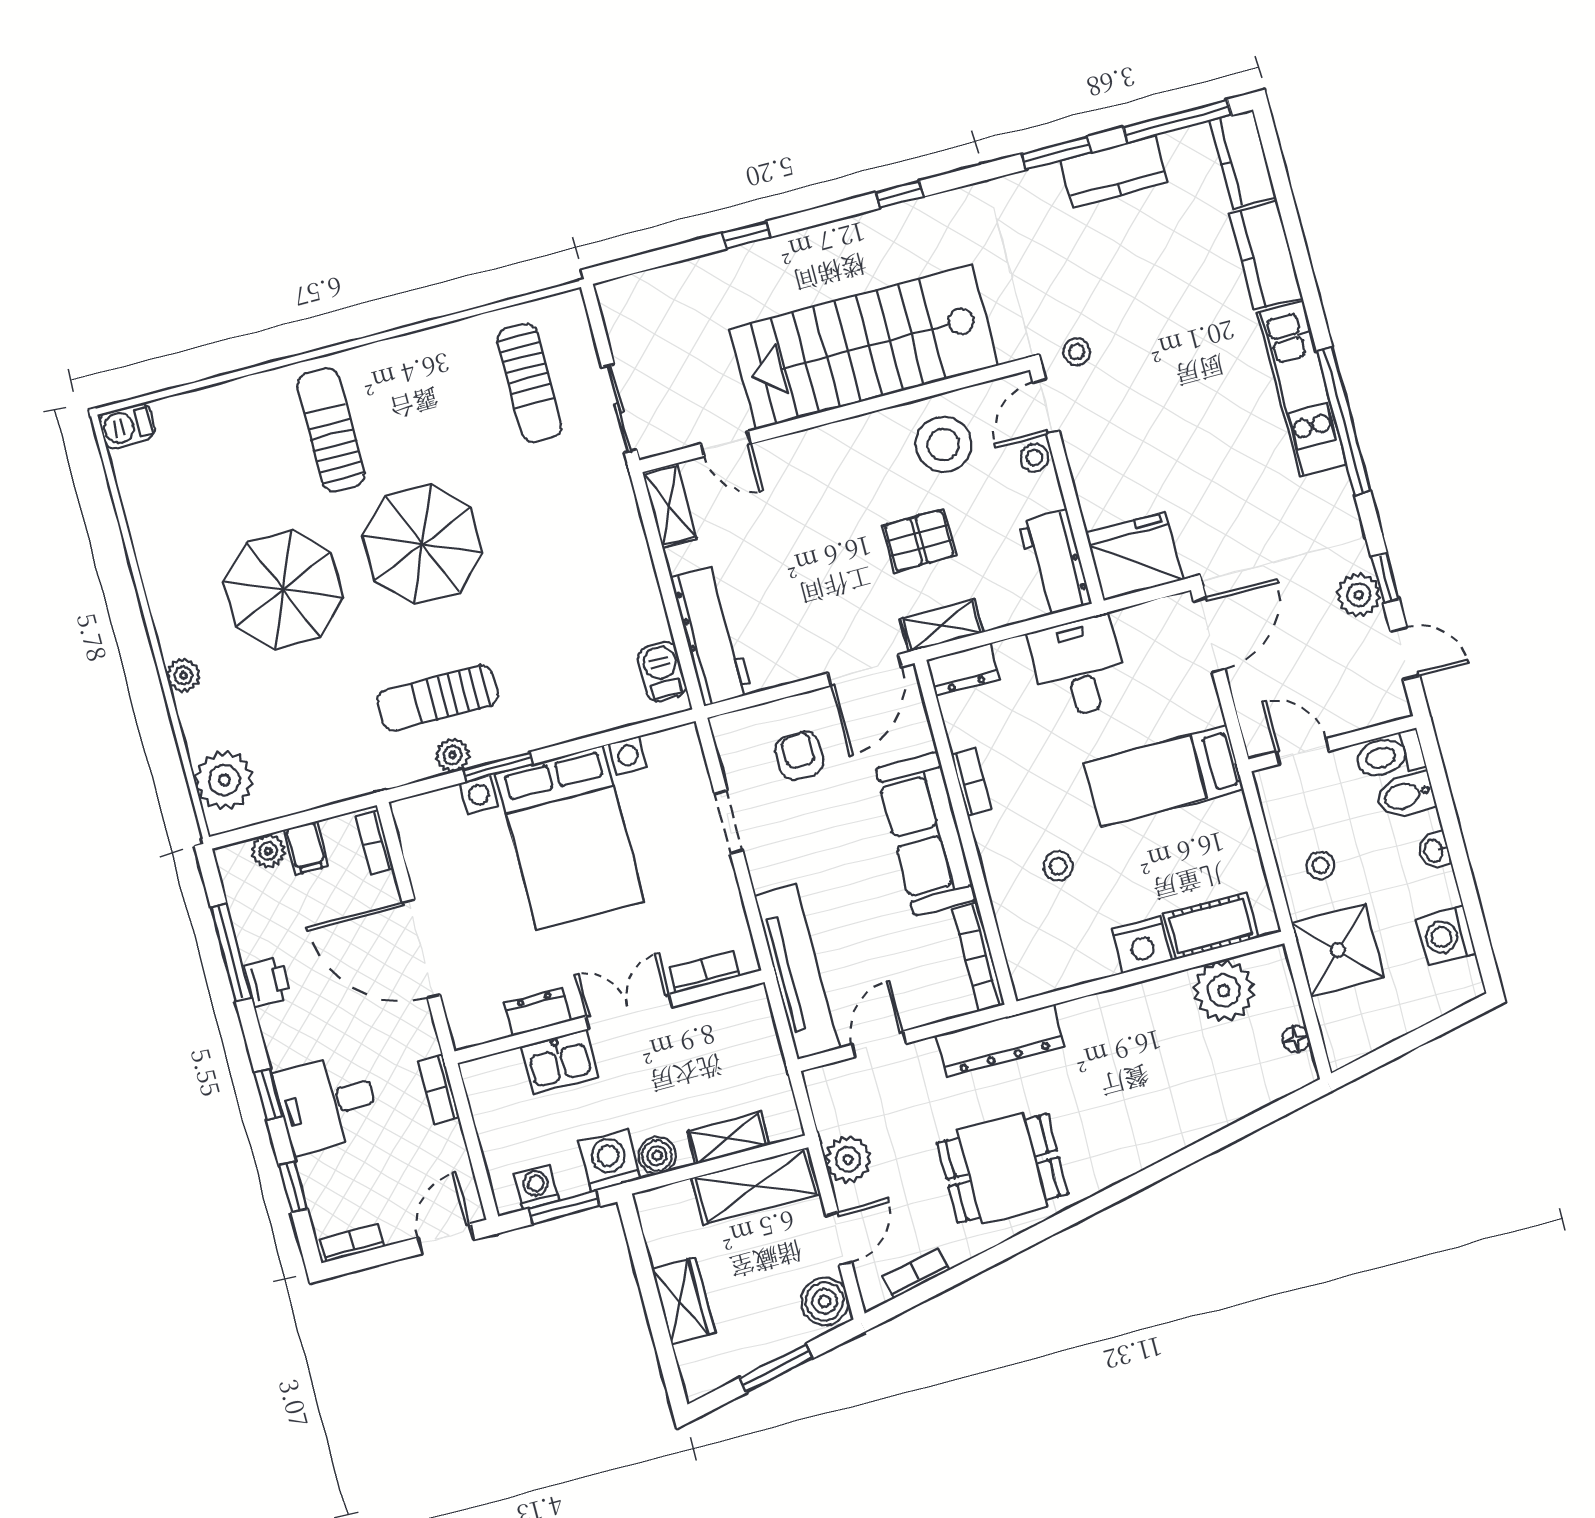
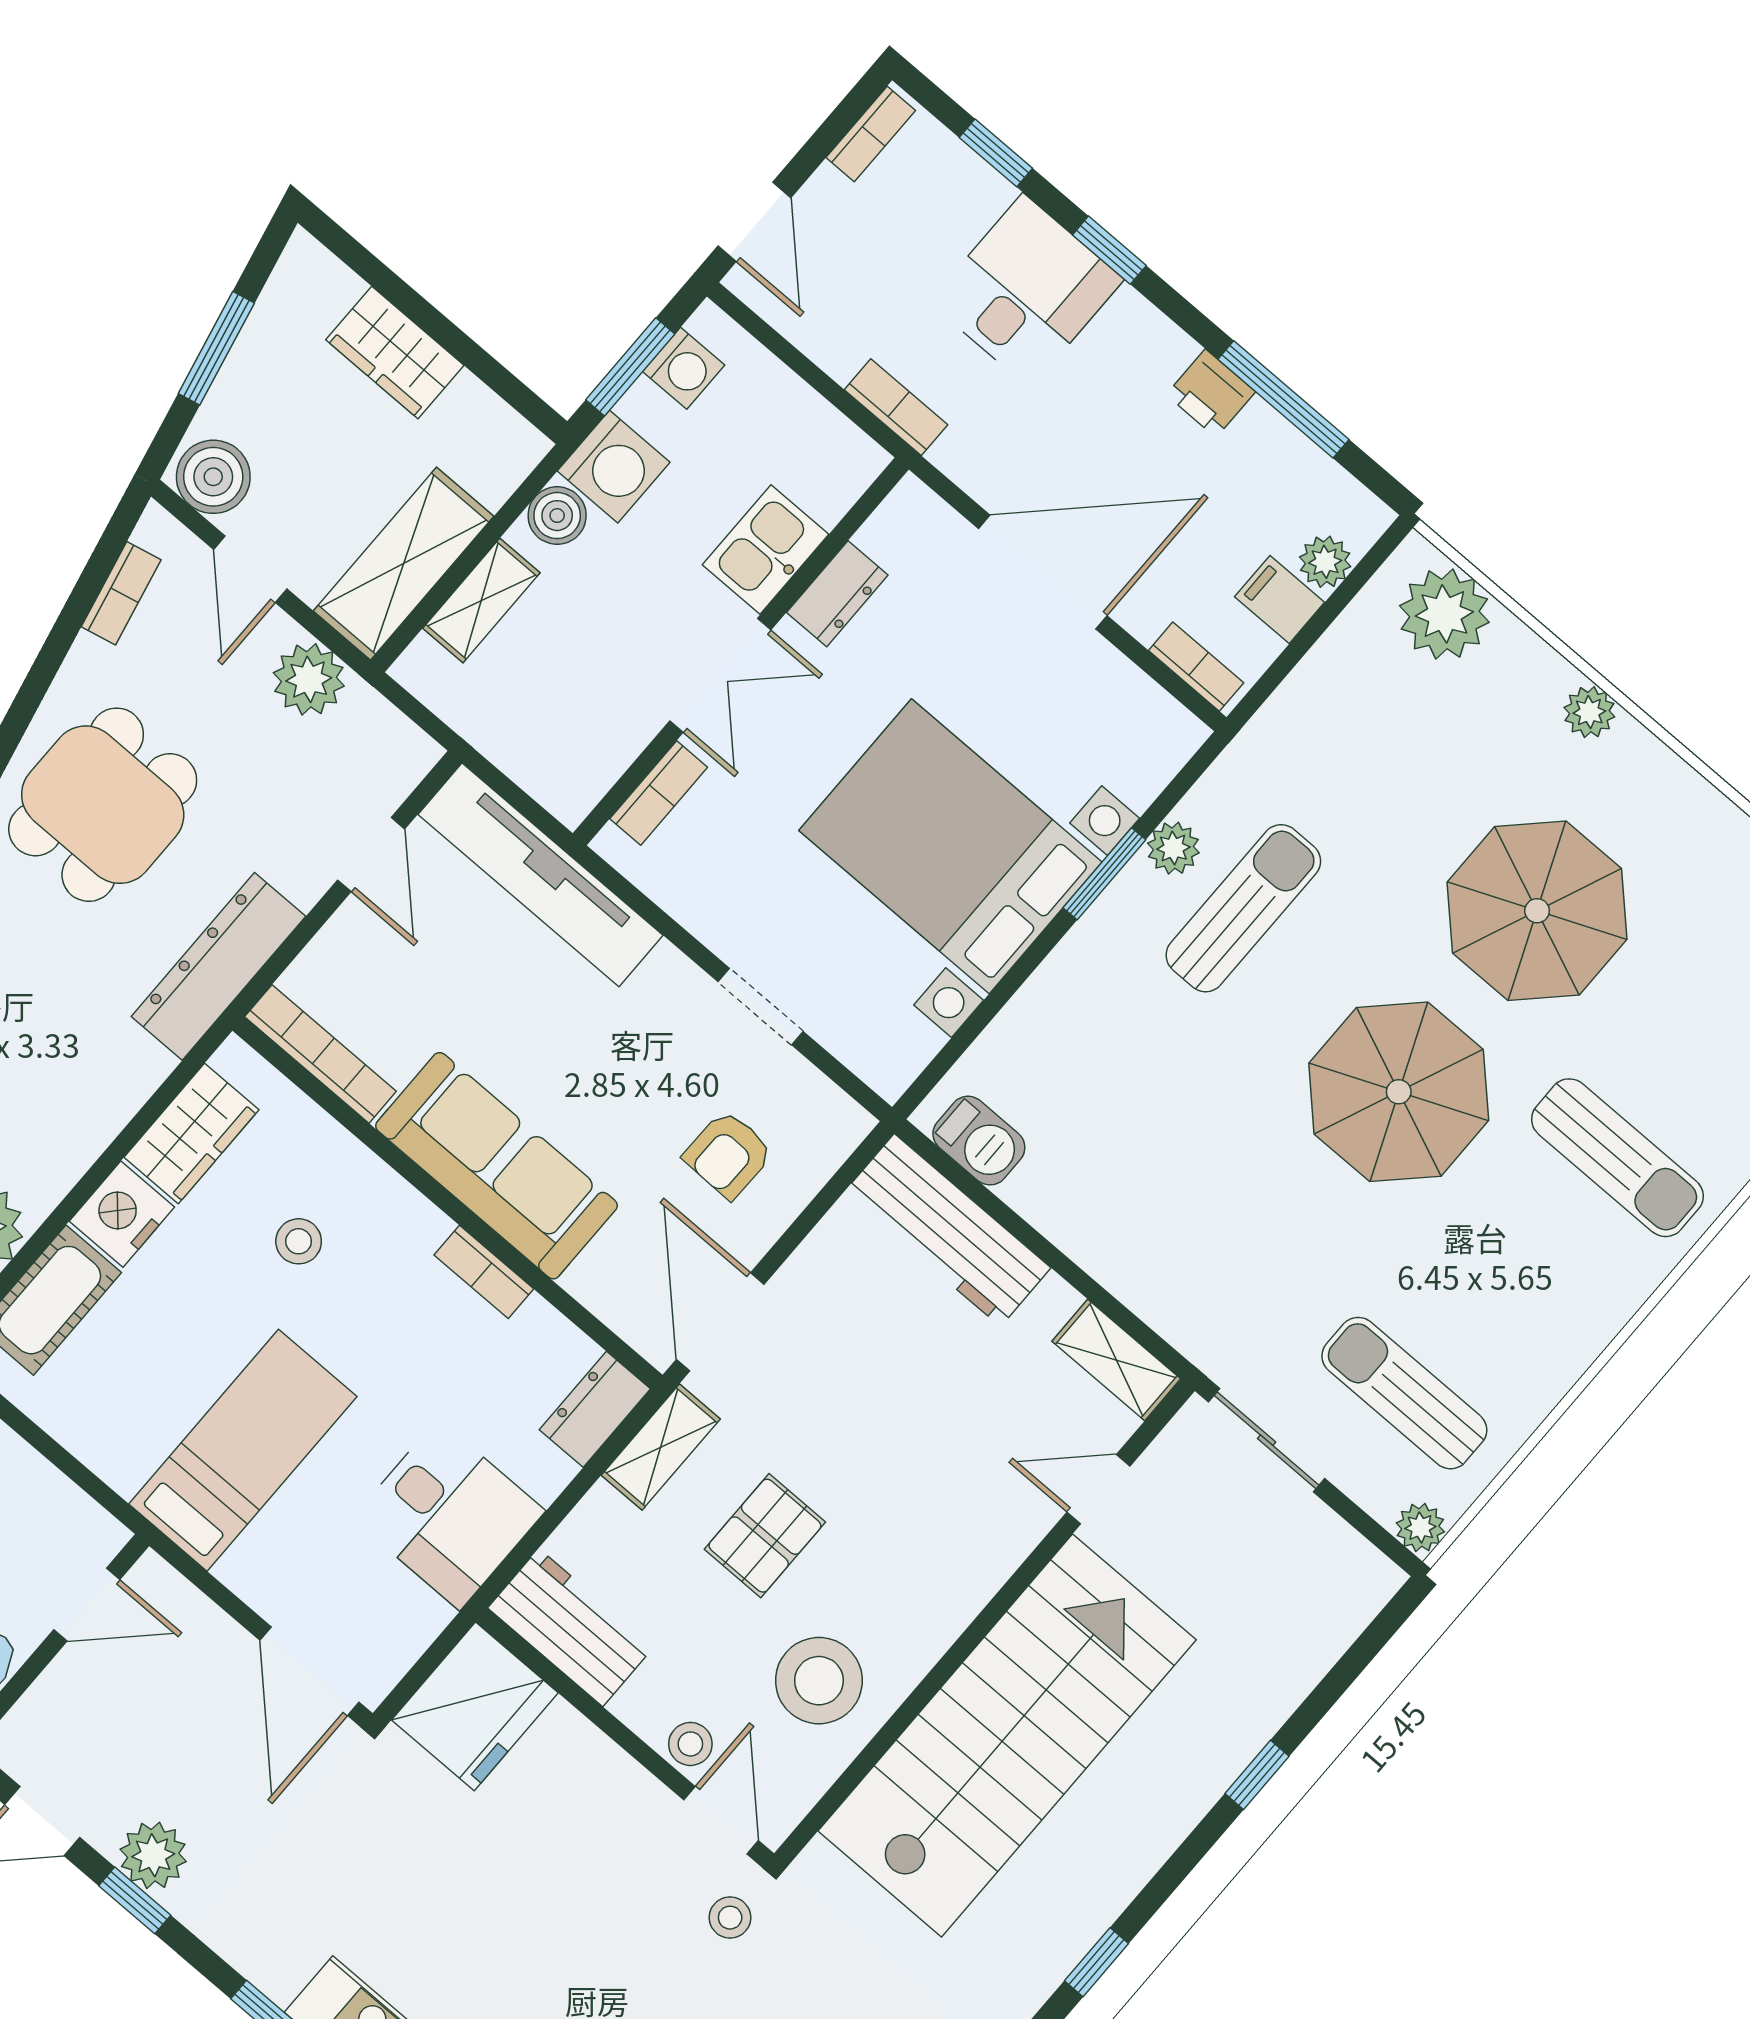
plant: (570, 306) -> (1420, 1527), added
armchair: (800, 756) -> (728, 1154), turned 92
wardrobe: (1076, 962) -> (191, 1134), added

